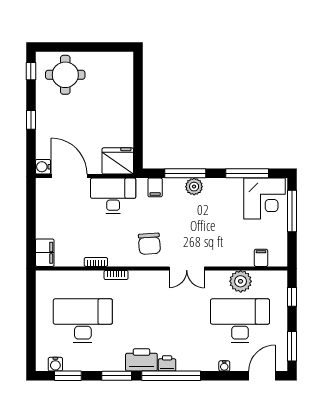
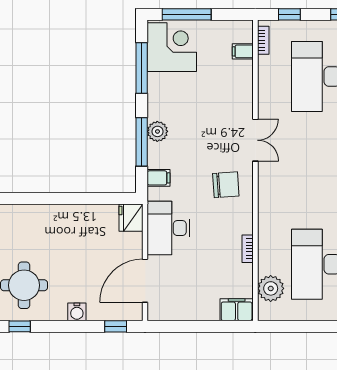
window: (31, 120) -> (116, 326), moved
fridge: (118, 161) -> (131, 218), width x0.73, depth x0.75
water cooler: (43, 167) -> (77, 312), moved
bookcase: (116, 275) -> (263, 40), moved
plant: (241, 281) -> (271, 288), moved

